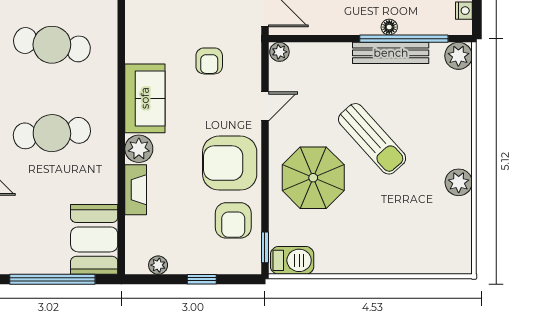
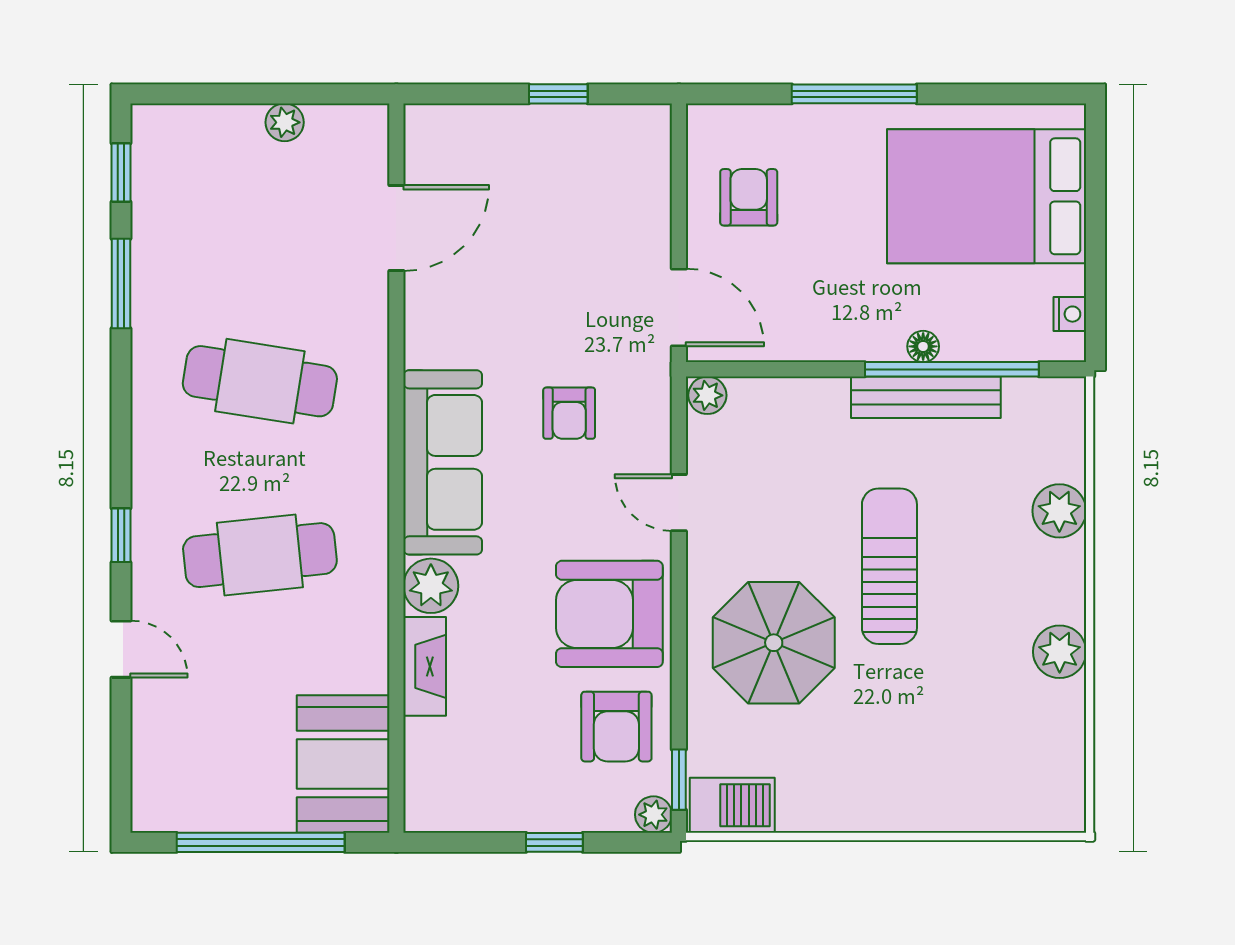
plant: (458, 56) -> (1059, 511), moved
sofa: (145, 98) -> (443, 462), width x1.36
door: (265, 106) -> (679, 503), swing flipped
sun lounger: (372, 139) -> (889, 566), turned -138
plant: (158, 265) -> (653, 815), moved

